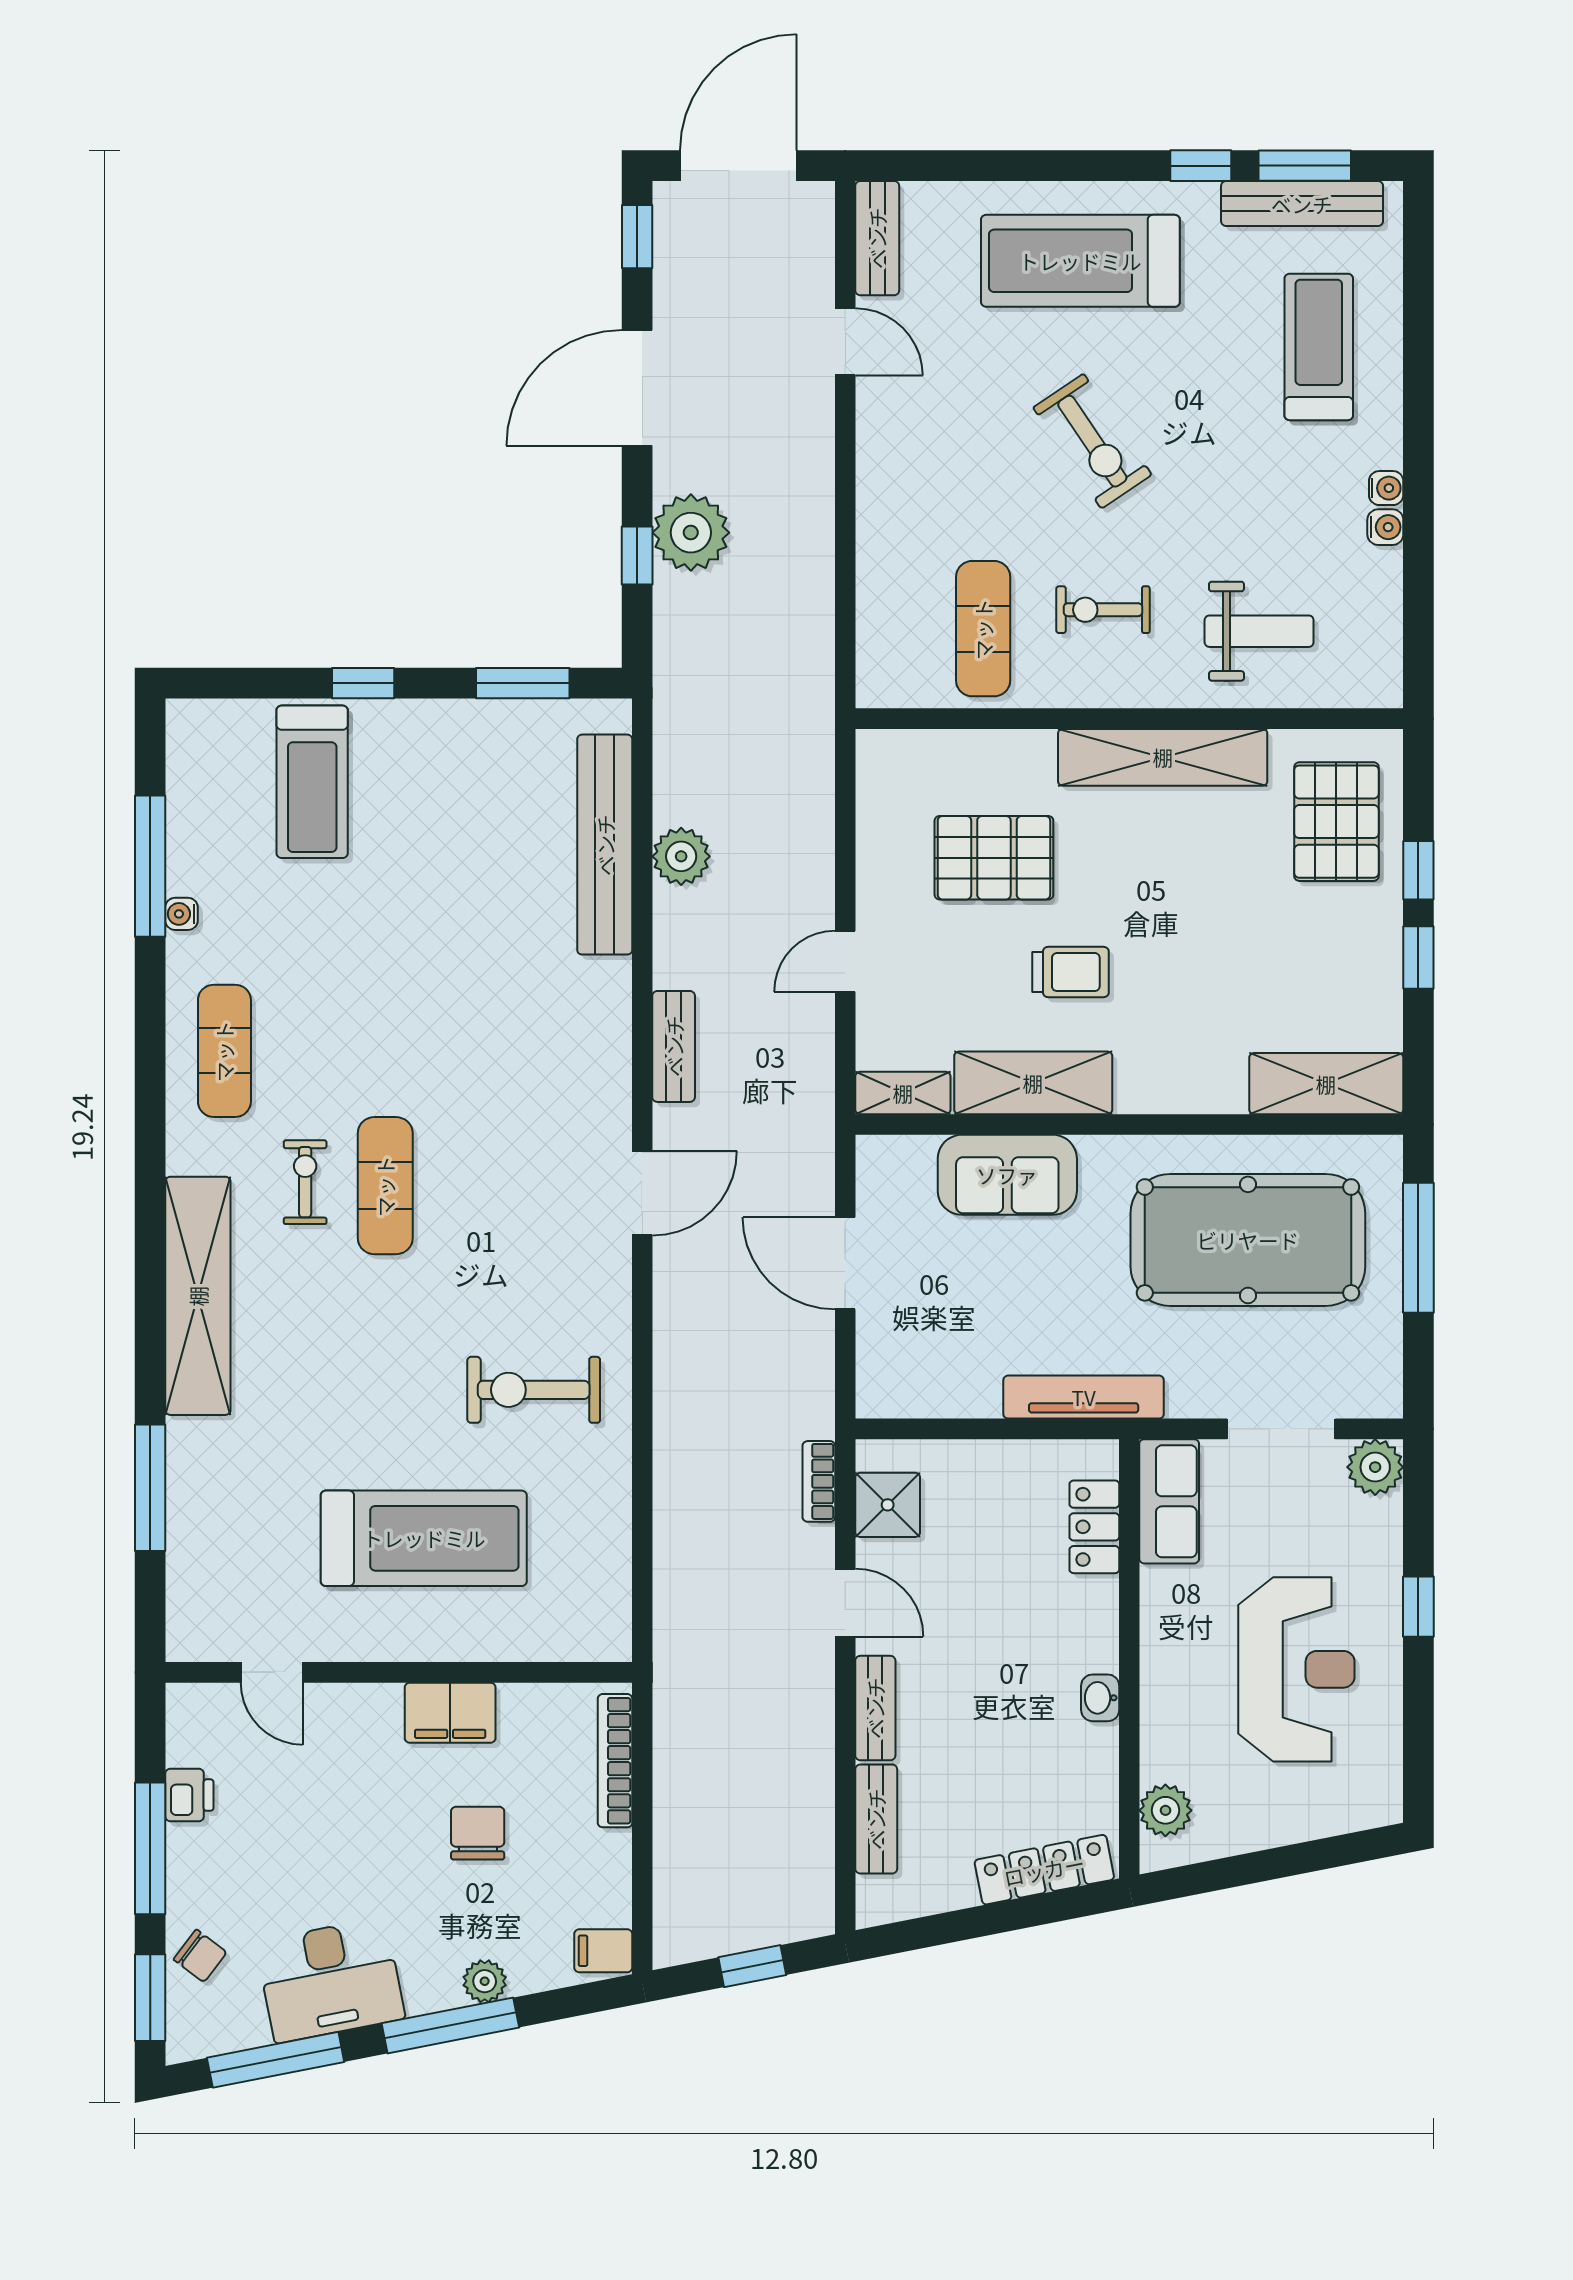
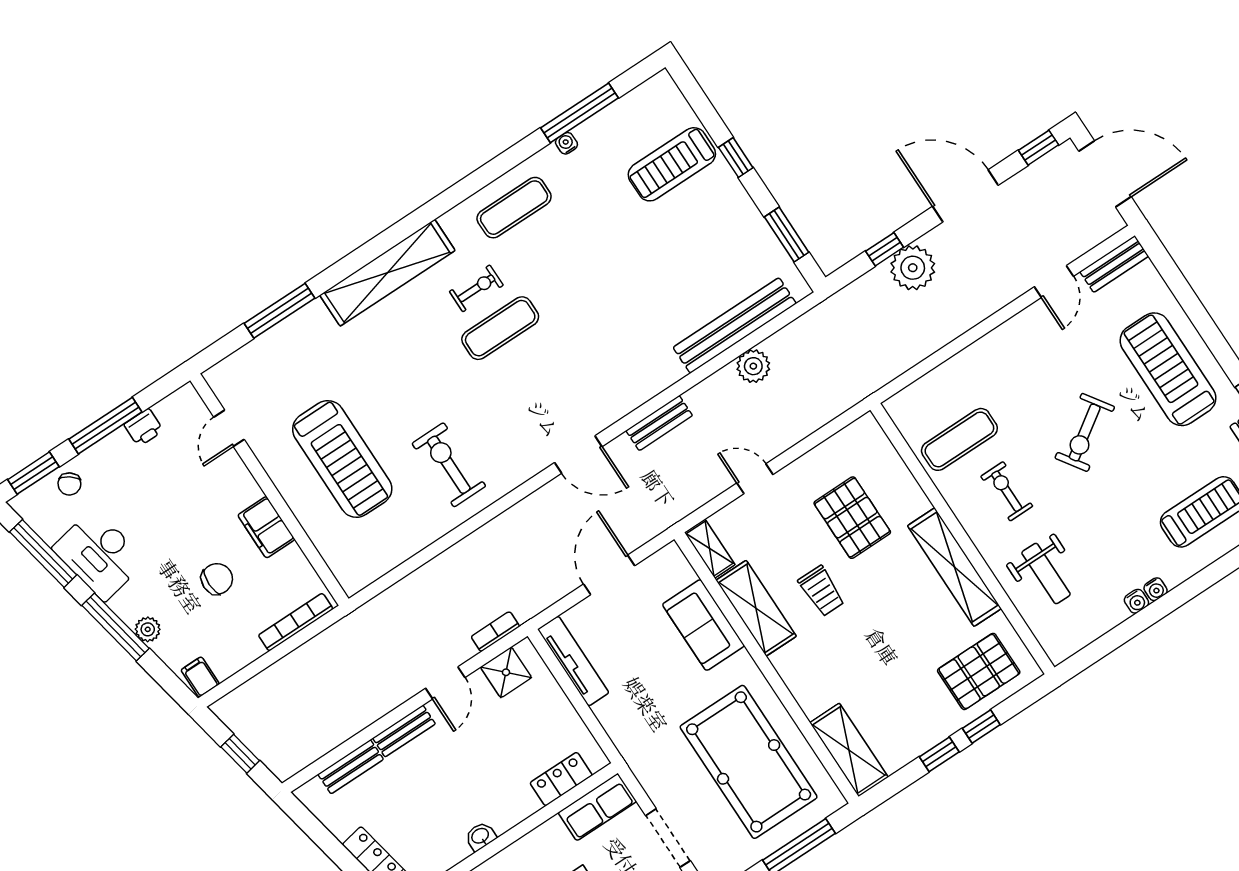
tv unit: (1084, 1397) -> (573, 661), moved

